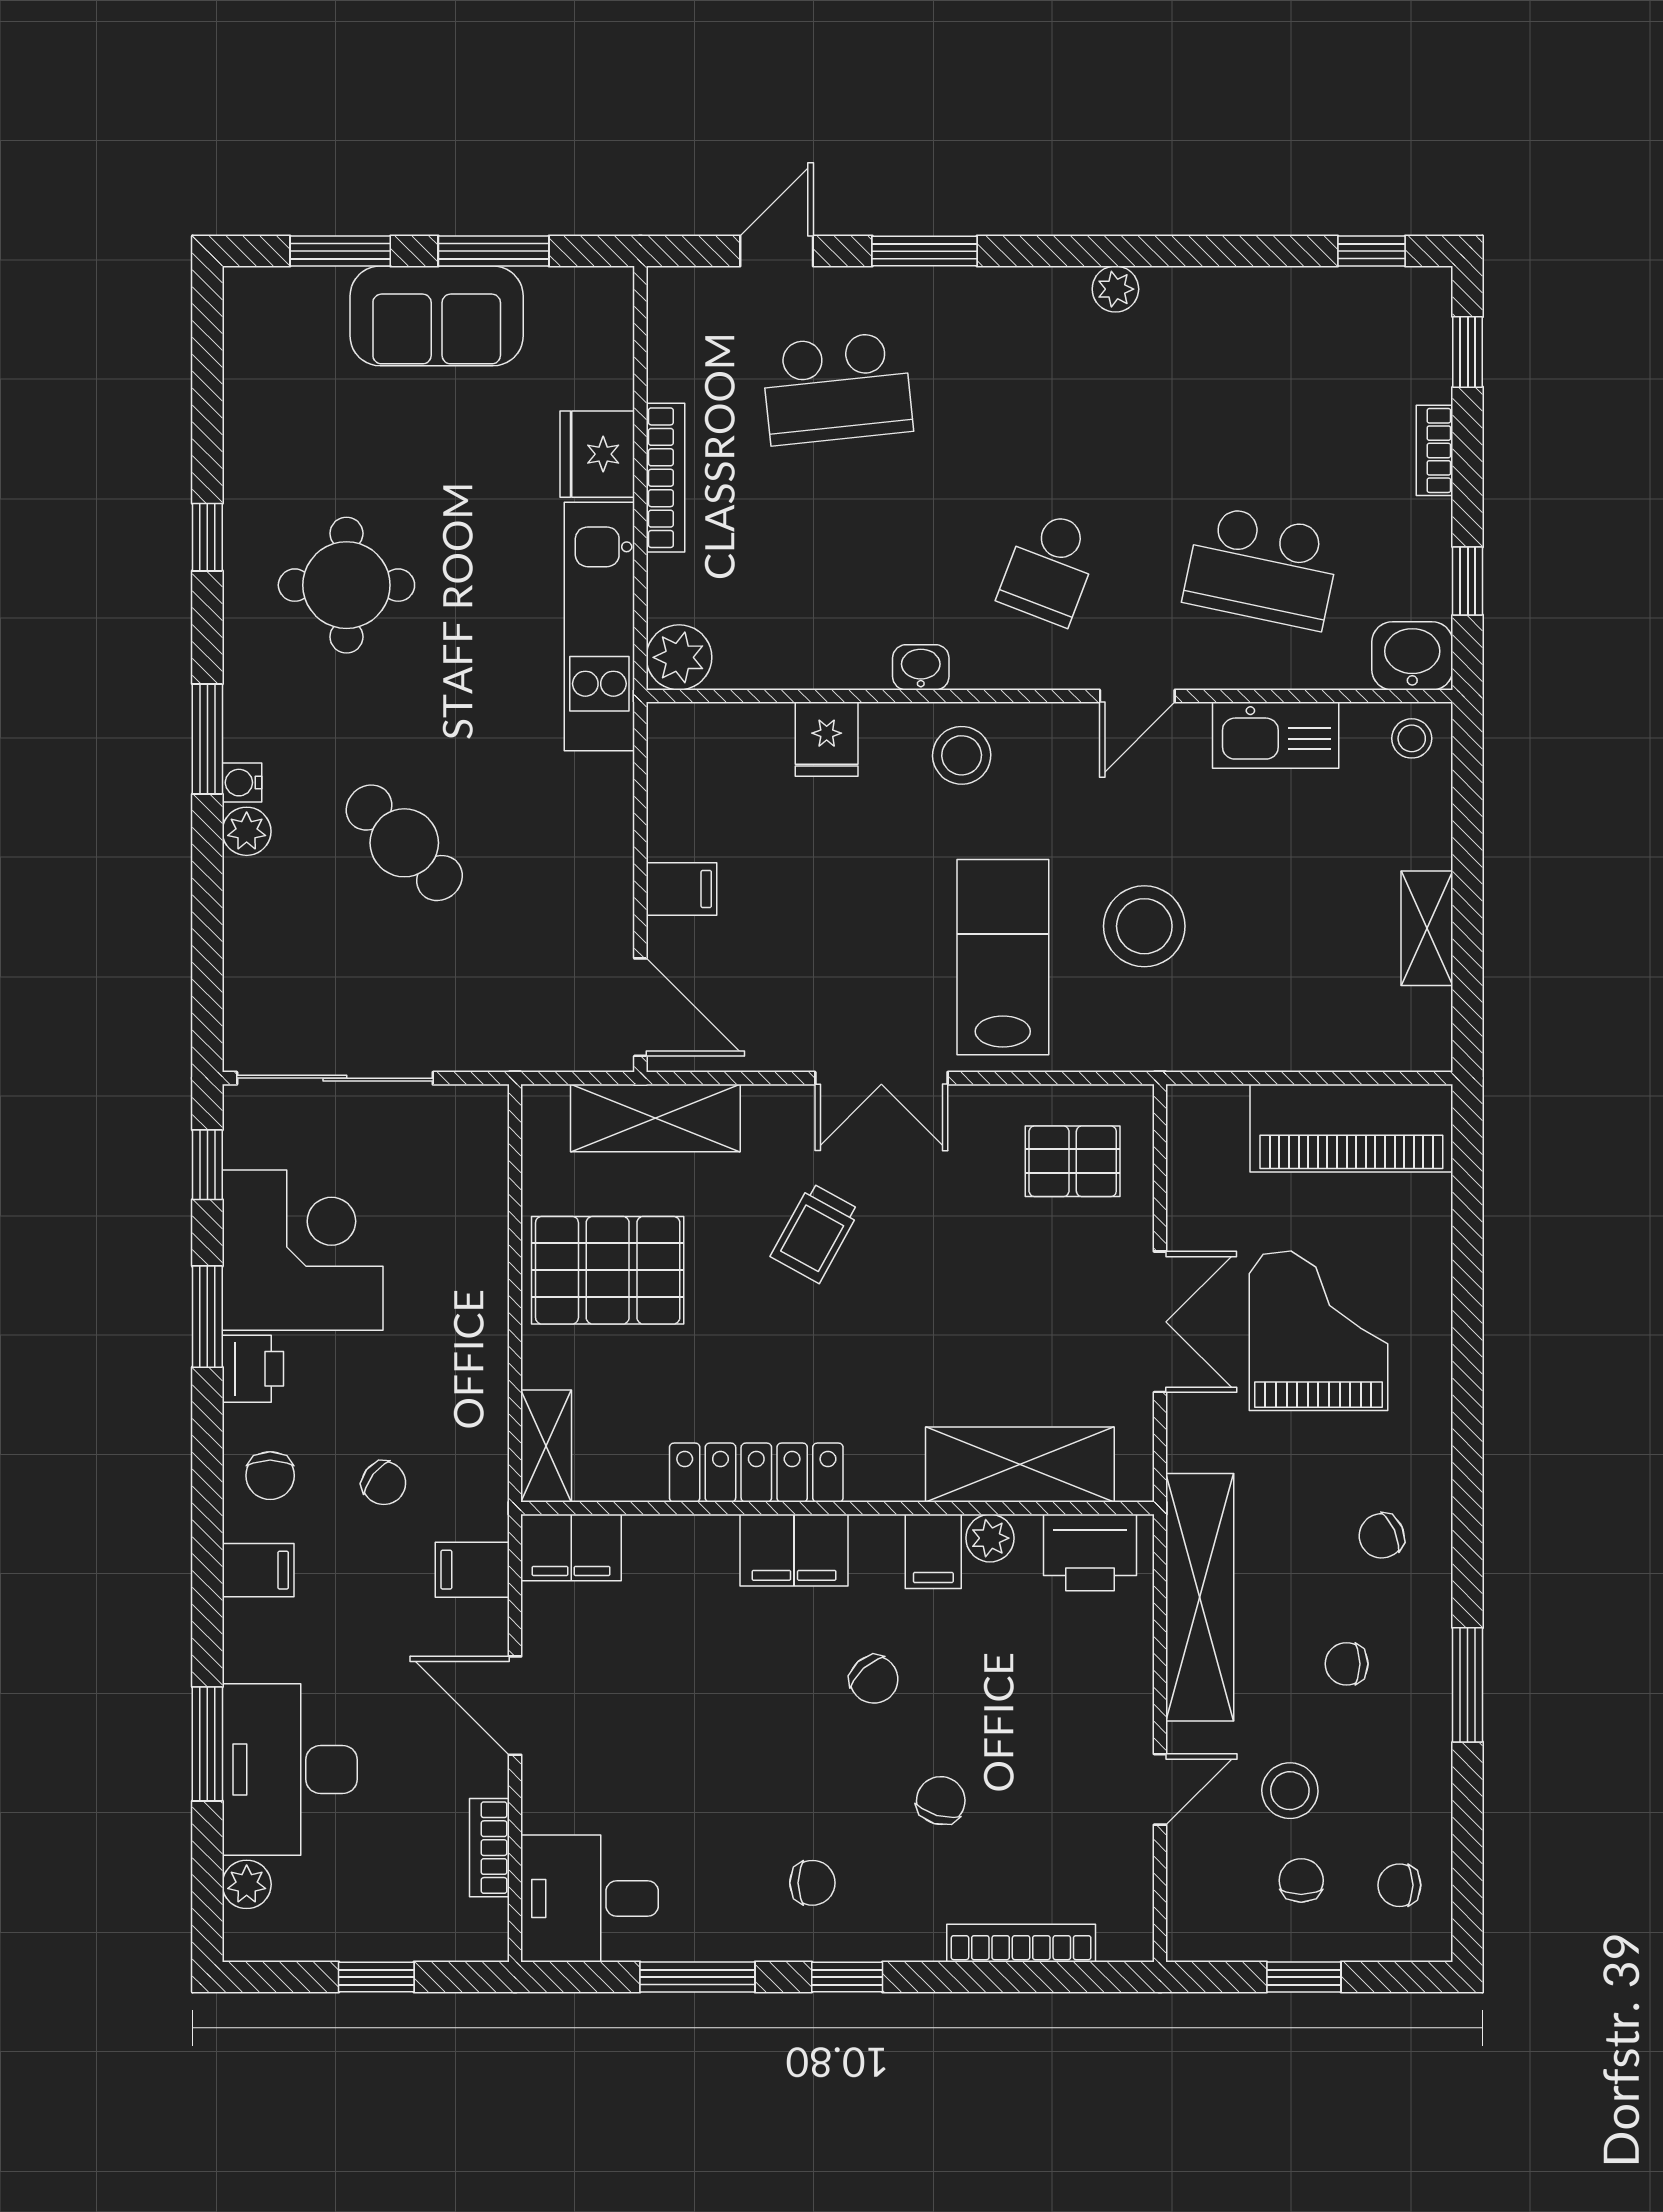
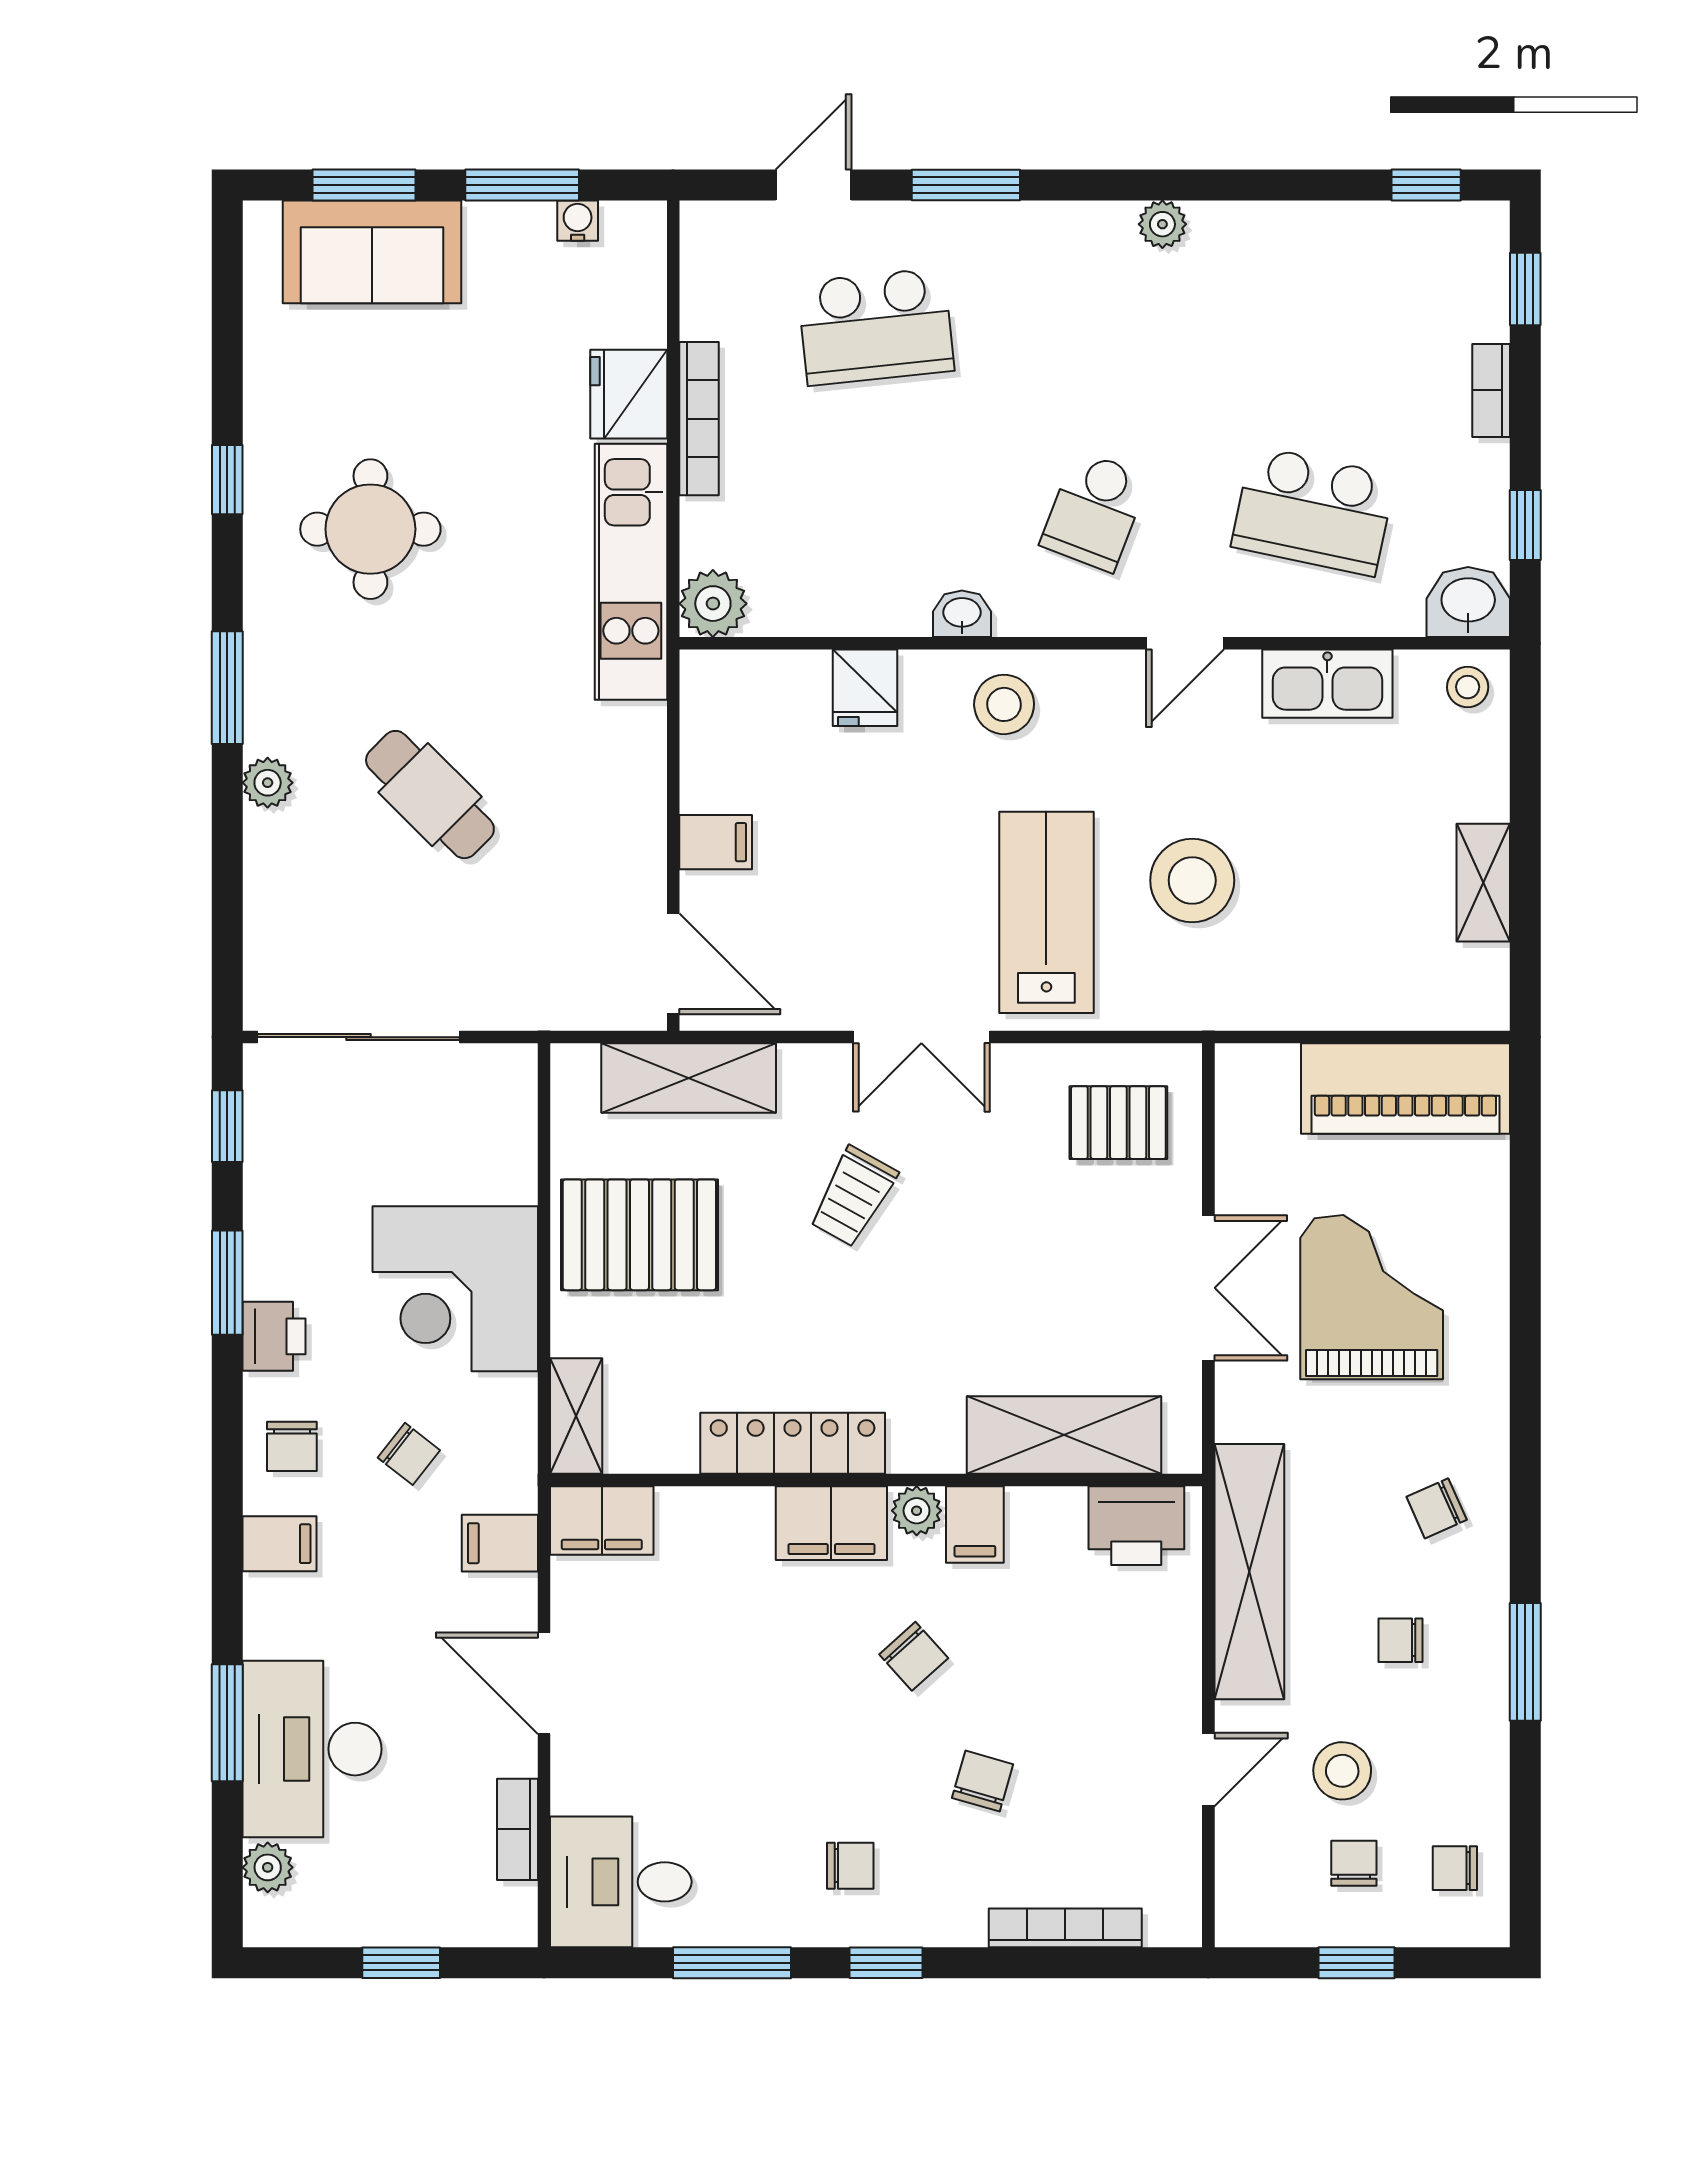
sofa: (437, 316) -> (372, 252), moved
water cooler: (242, 783) -> (578, 221), moved, turned 90
corner desk: (303, 1250) -> (455, 1289), moved, turned 180
plant: (990, 1538) -> (917, 1511), moved

